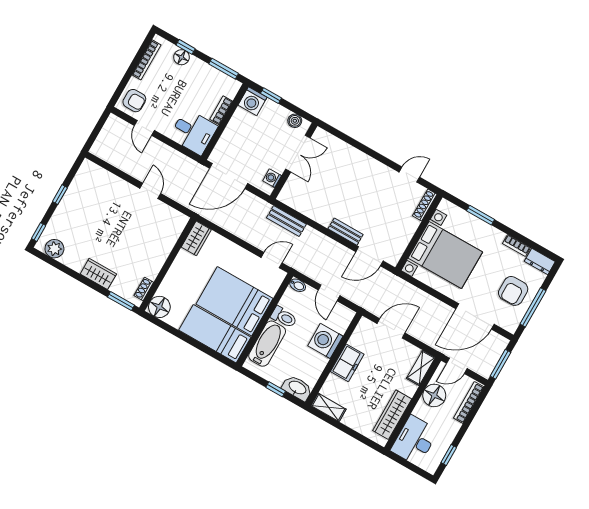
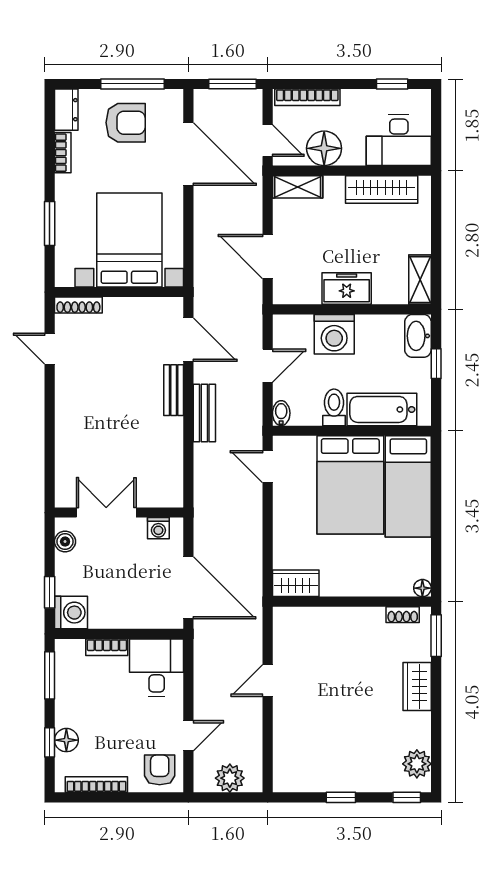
plant: (107, 138) -> (230, 778), added
bench: (286, 221) -> (204, 413), moved
floor lamp: (159, 307) -> (422, 588), width x0.53, depth x0.53

